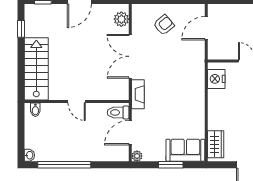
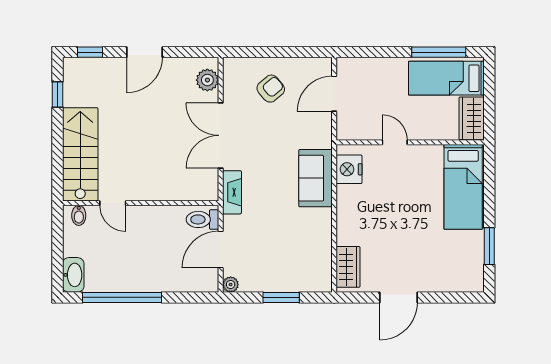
door: (77, 102) -> (113, 203), moved
sofa: (185, 150) -> (315, 178), moved, turned -90
washbasin: (29, 155) -> (73, 275), width x1.91, depth x1.45

